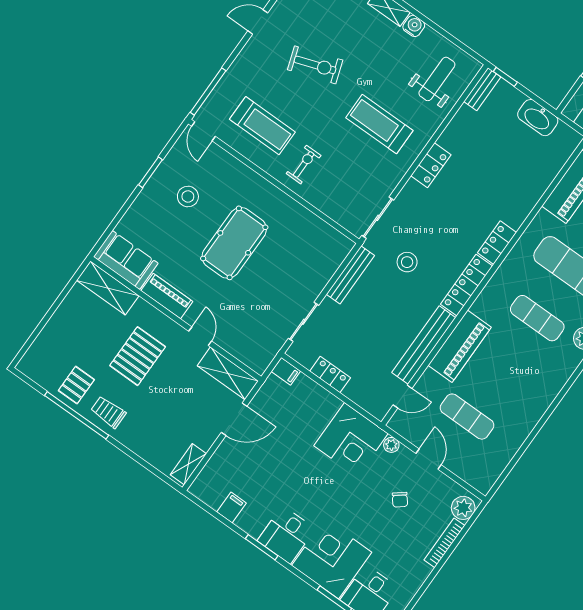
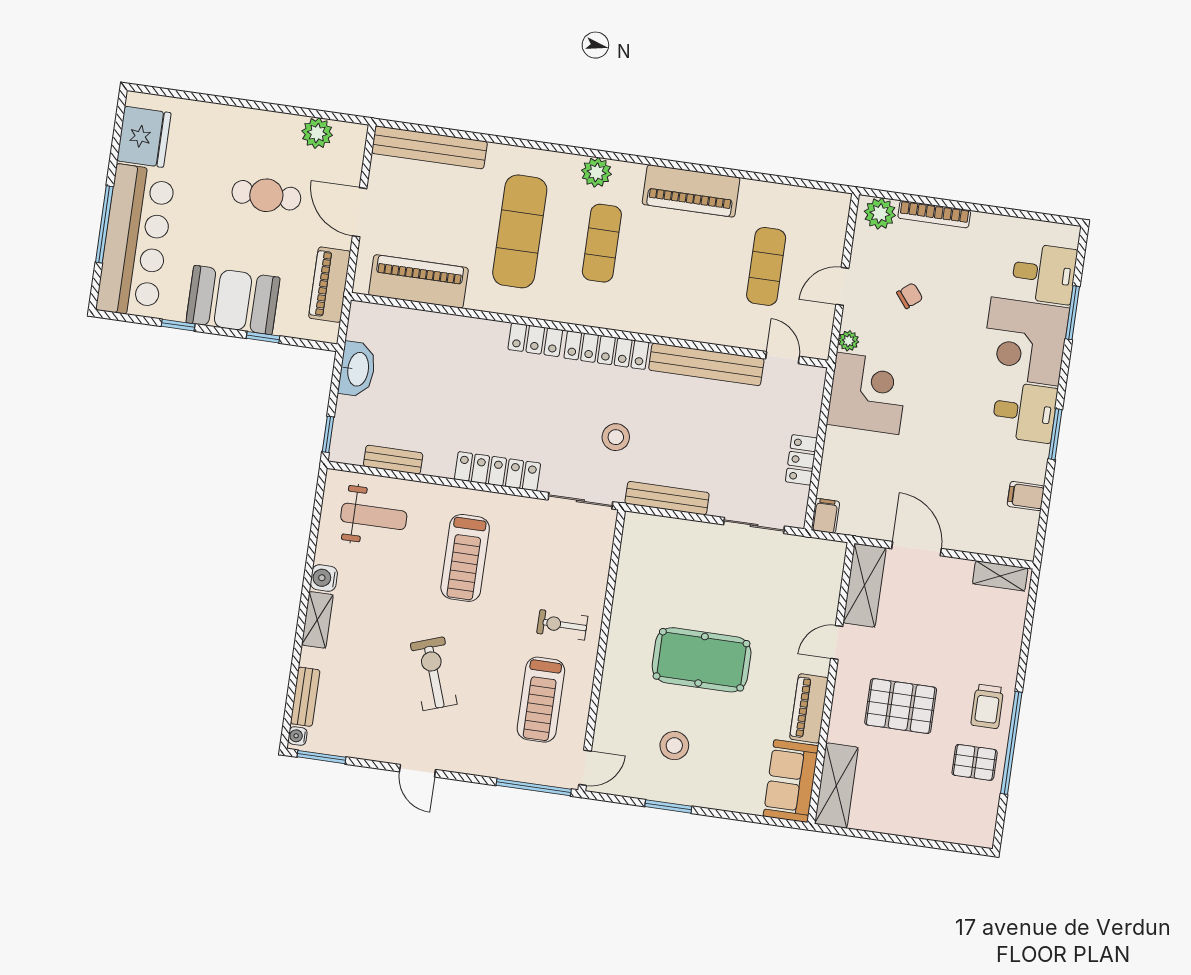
weight bench: (437, 79) -> (374, 516), turned 180
bench: (482, 89) -> (393, 460), moved
treadmill: (262, 126) -> (541, 700), turned 180
locker: (431, 165) -> (497, 471), width x1.53
piano: (460, 346) -> (691, 191), moved, turned 180

